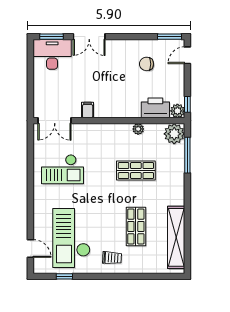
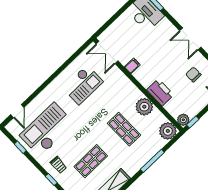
double door: (89, 37) -> (190, 39), moved
printer: (155, 108) -> (160, 92), moved
plant: (138, 129) -> (144, 107), width x1.87, depth x1.87
window: (187, 155) -> (152, 161), moved
checkout: (62, 169) -> (83, 85), turned -90
window: (119, 276) -> (51, 179), added

